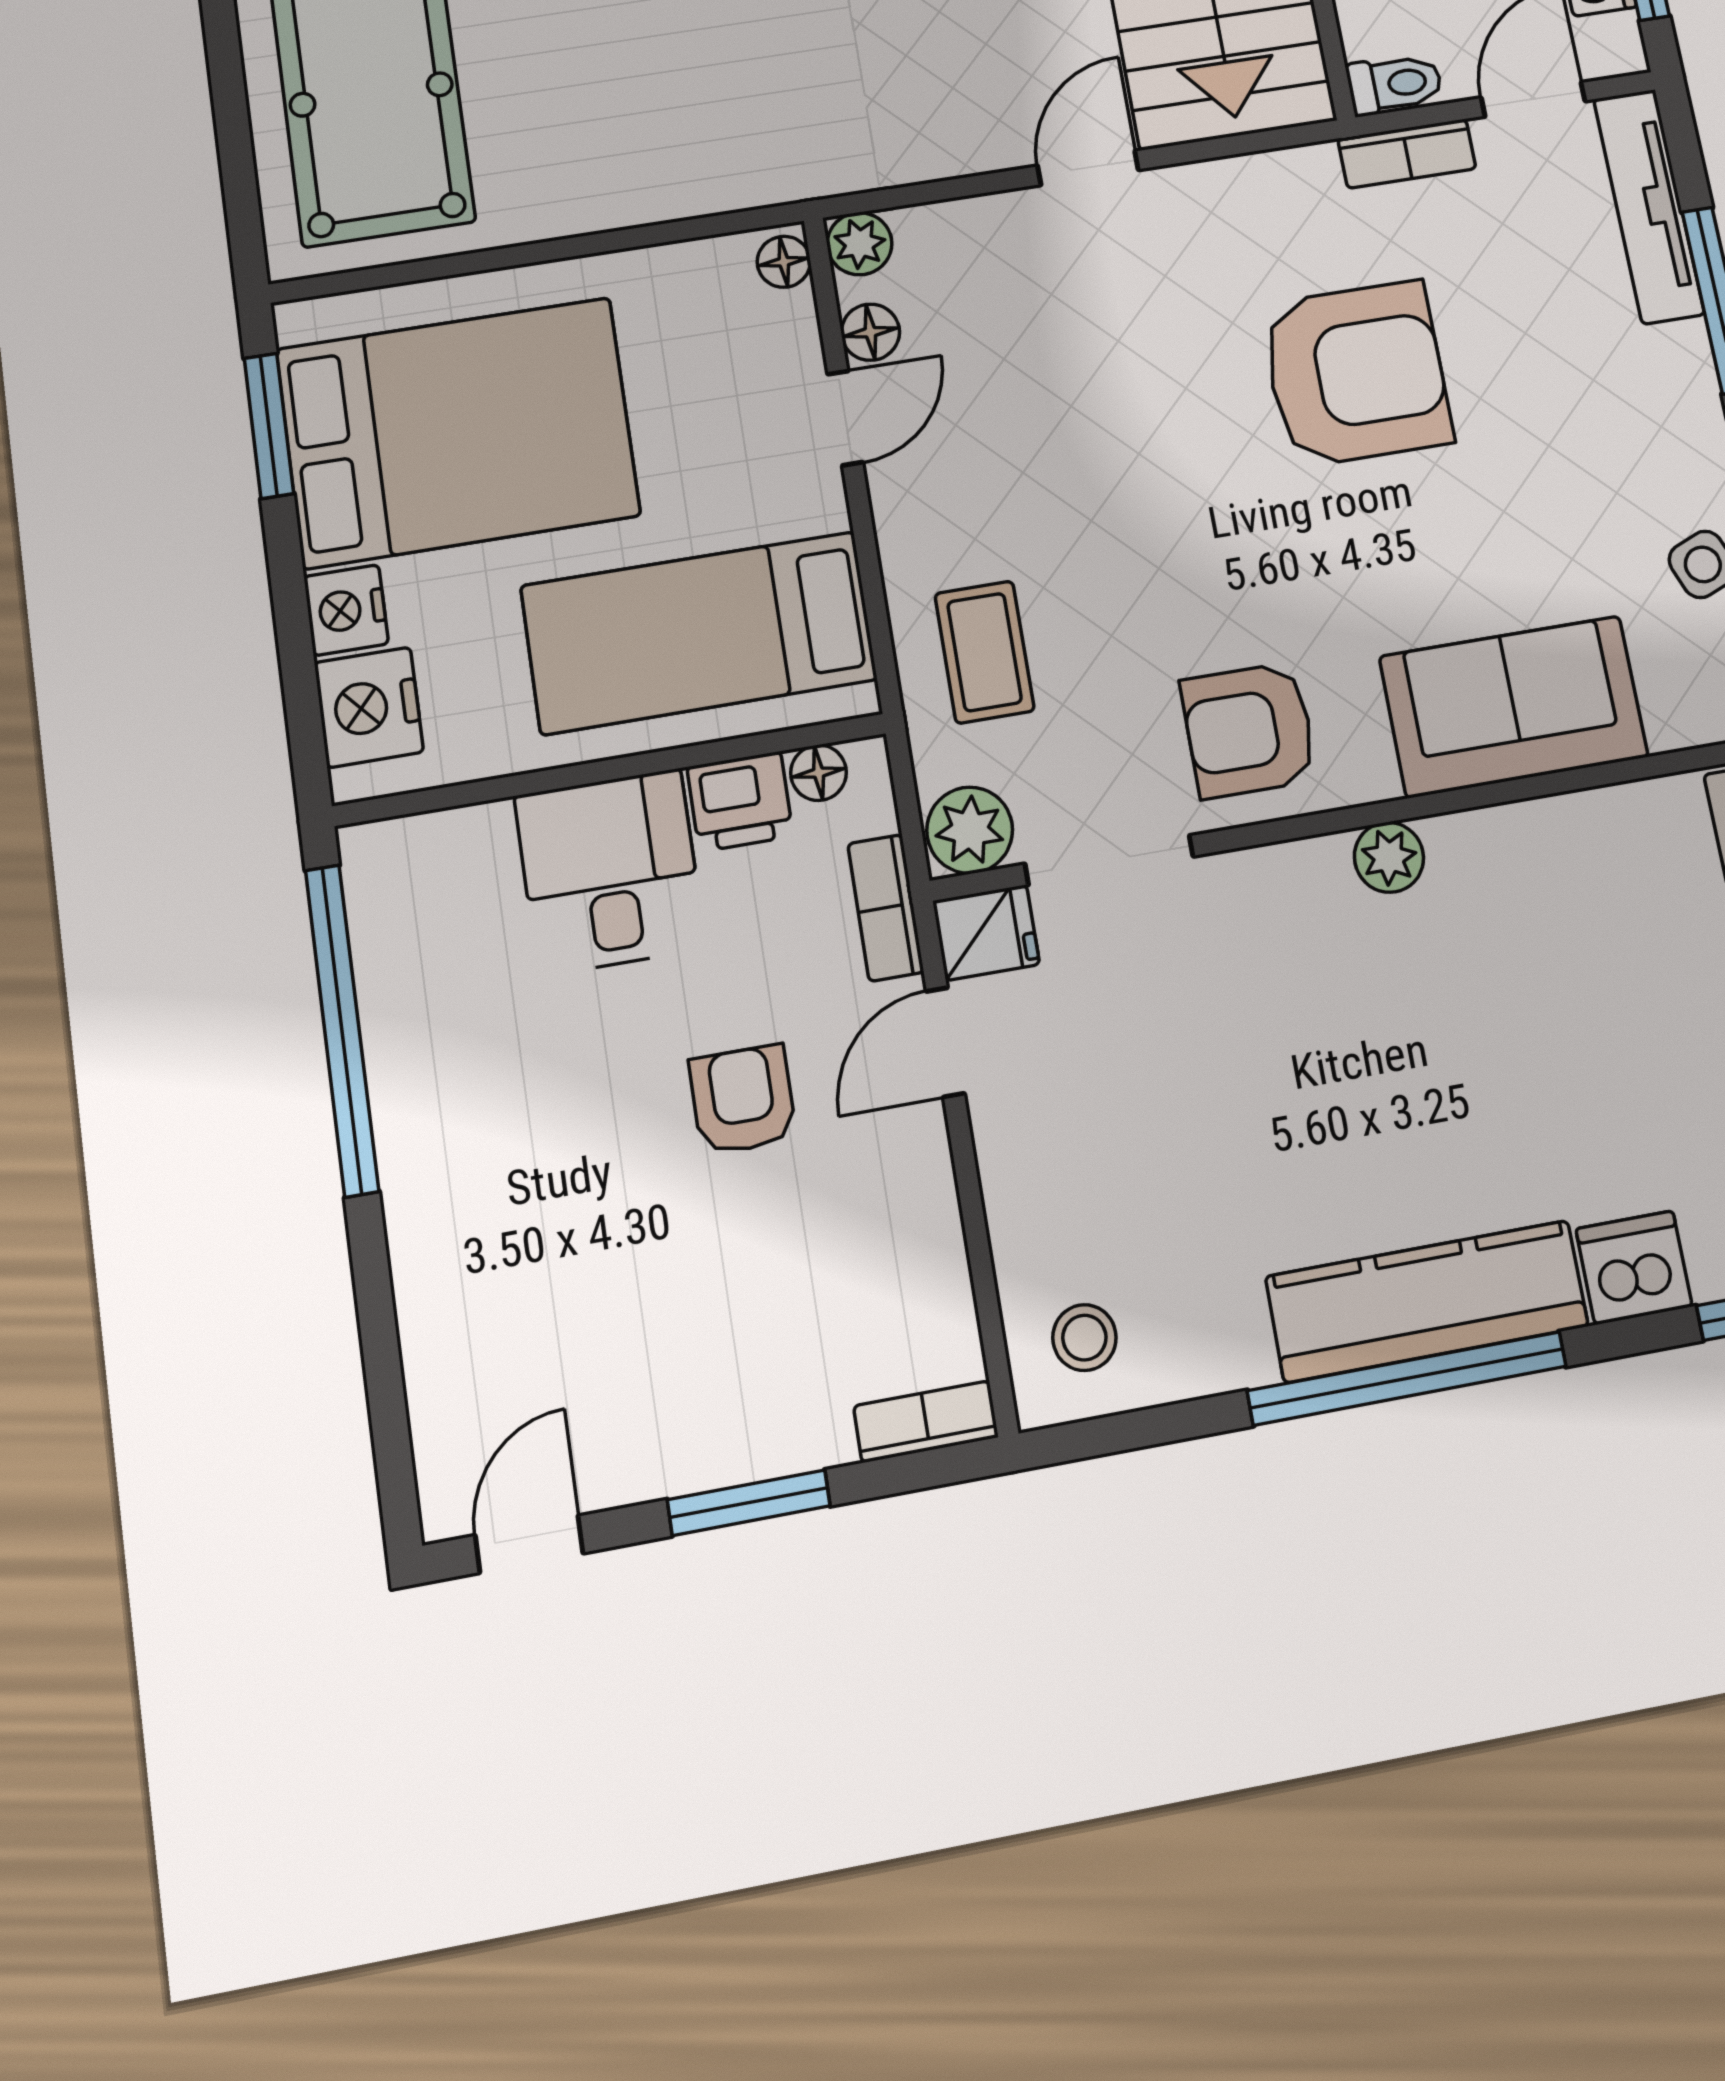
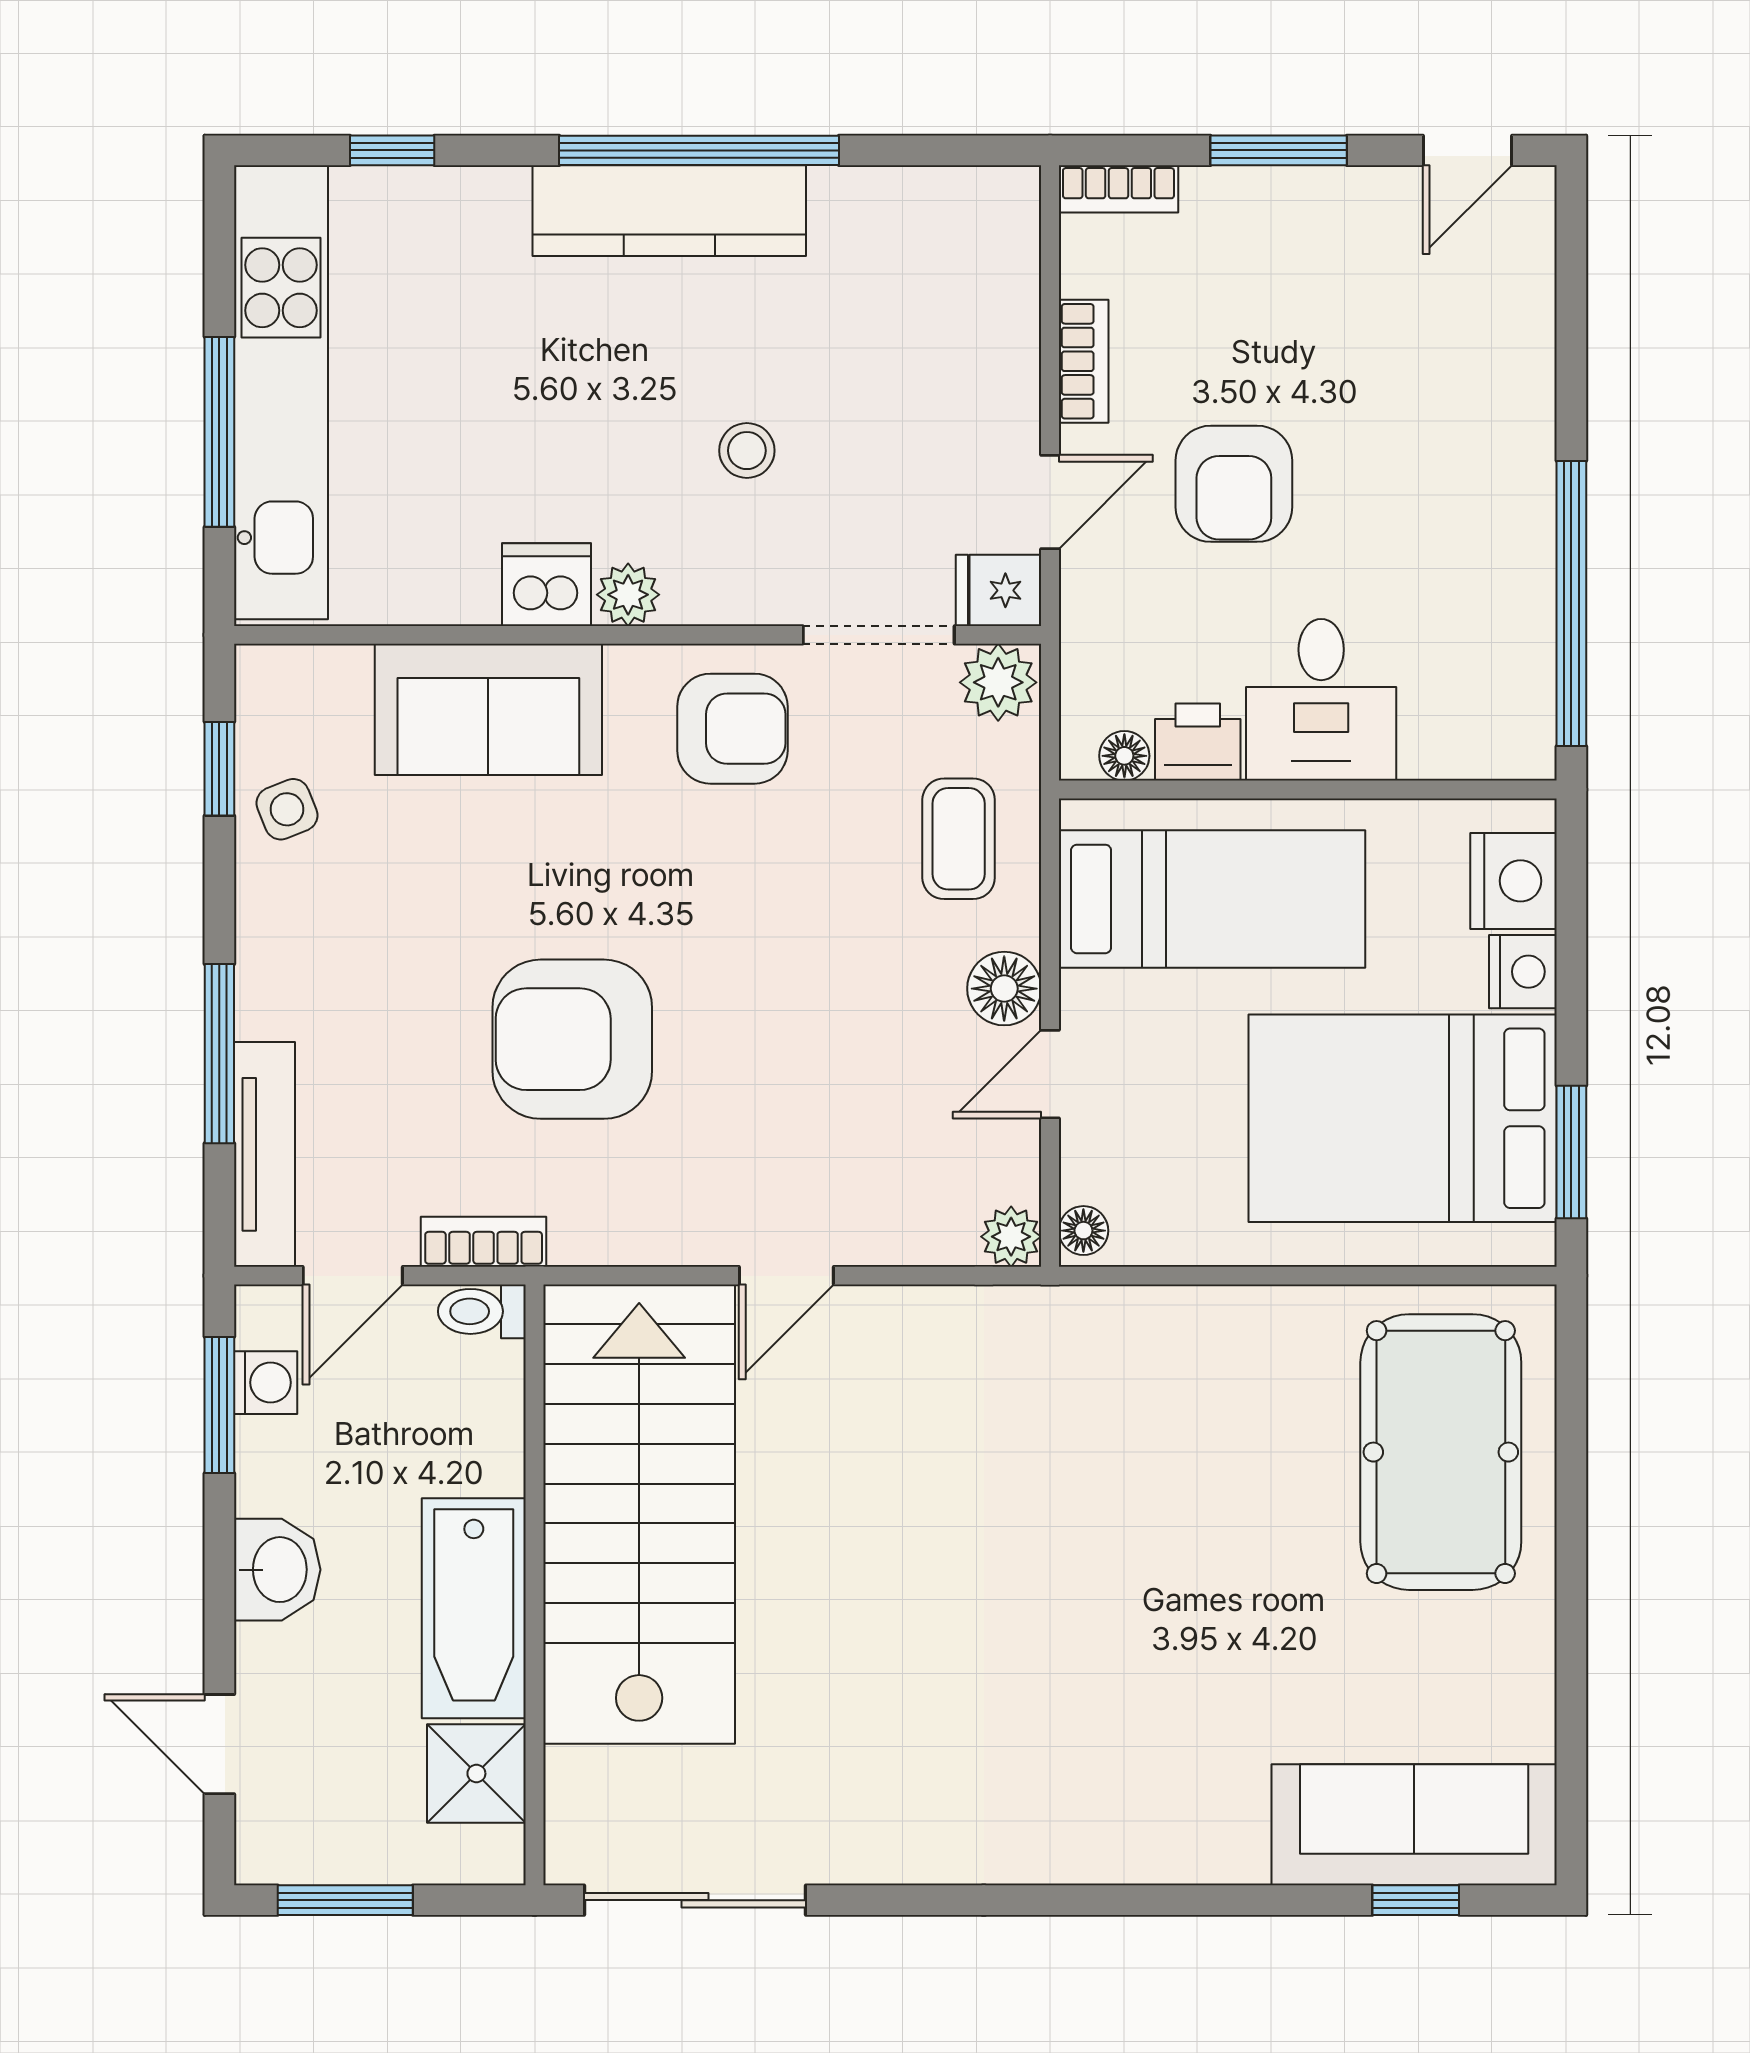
floor lamp: (870, 332) -> (1004, 989), moved, width x1.37, depth x1.37
bookcase: (886, 908) -> (1084, 361), moved
armchair: (743, 1100) -> (1234, 484), width x1.38, depth x1.38
dishwasher: (1634, 1268) -> (546, 585), moved, turned 180
stool: (1084, 1338) -> (747, 451), moved

